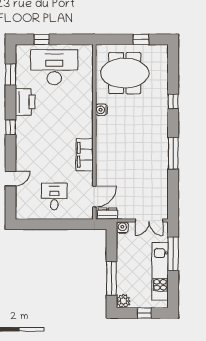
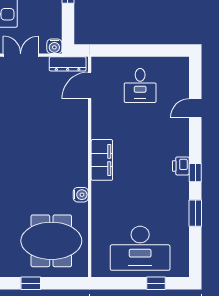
window: (11, 74) -> (195, 213), moved
printer: (25, 102) -> (181, 166), moved, width x0.53, depth x0.68
filing cabinet: (85, 155) -> (102, 160), moved
dresser: (107, 214) -> (68, 64), width x1.44

